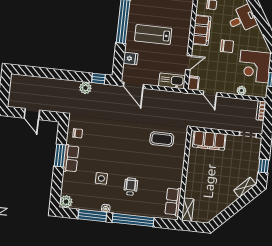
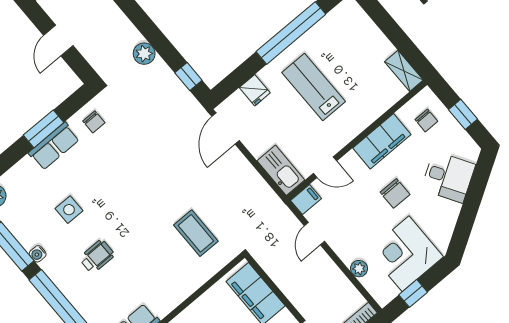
plant: (85, 88) -> (144, 54), moved

